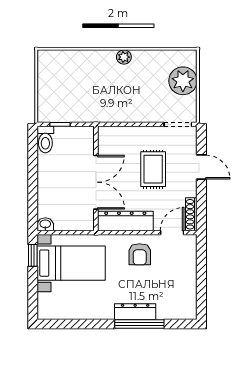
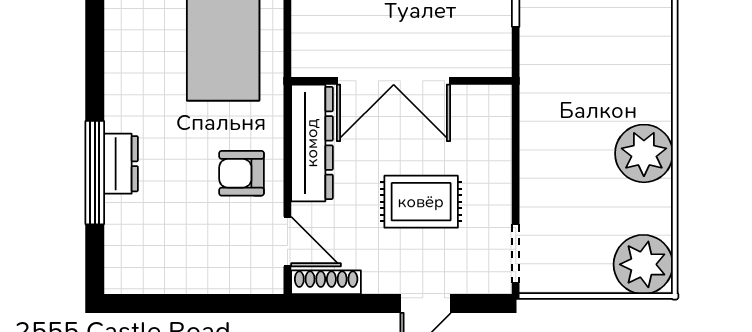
plant: (124, 57) -> (644, 153), width x1.87, depth x1.87
plant: (183, 81) -> (643, 264), moved
dresser: (135, 312) -> (121, 164), width x0.70

